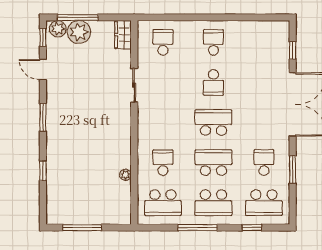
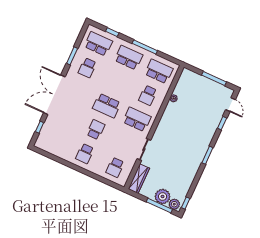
wardrobe: (123, 35) -> (139, 179), width x1.50
door: (43, 70) -> (230, 105), moved
school desk: (213, 163) -> (137, 119), moved, turned 180

